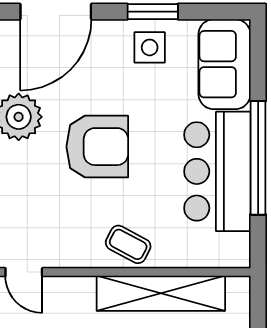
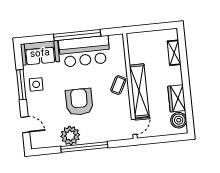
door: (56, 12) -> (25, 125), width x0.53
window: (153, 12) -> (21, 85), width x1.44
shelving: (161, 293) -> (139, 91), moved

